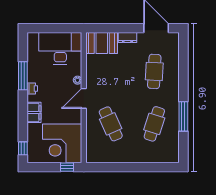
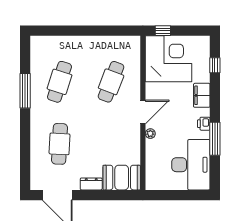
desk: (60, 48) -> (191, 165), moved, turned -90
cafe table: (111, 124) -> (111, 82), turned 45
window: (23, 148) -> (215, 65), moved

